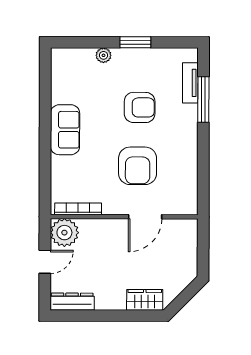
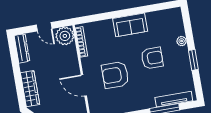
tv unit: (190, 83) -> (174, 99), width x1.41
armchair: (140, 107) -> (152, 58), moved, turned -90
wardrobe: (145, 300) -> (30, 89), width x1.50

